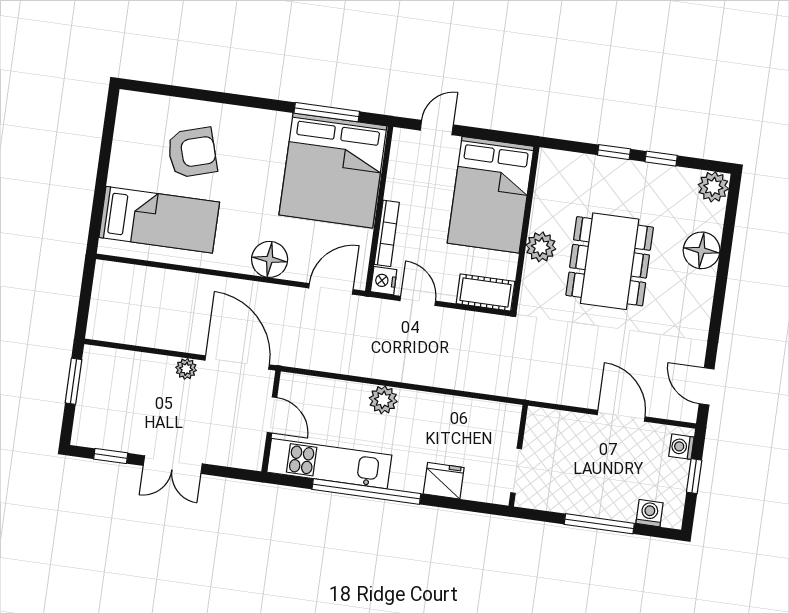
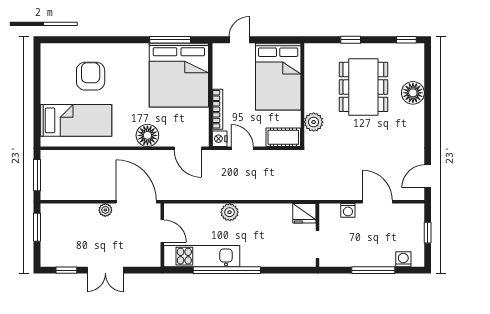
armchair: (192, 153) -> (91, 76), turned -73
window: (661, 159) -> (406, 40), moved
plant: (713, 187) -> (415, 53), removed
plant: (541, 247) -> (314, 122), moved
dining table: (610, 261) -> (363, 87), moved
door: (331, 289) -> (188, 148), swing flipped
window: (85, 298) -> (37, 175), added
door: (707, 386) -> (428, 176), hinge flipped
washing machine: (681, 447) -> (348, 210), moved, turned -90
fridge: (444, 481) -> (304, 213), moved, turned 180

